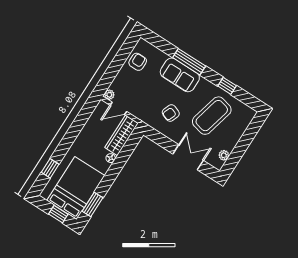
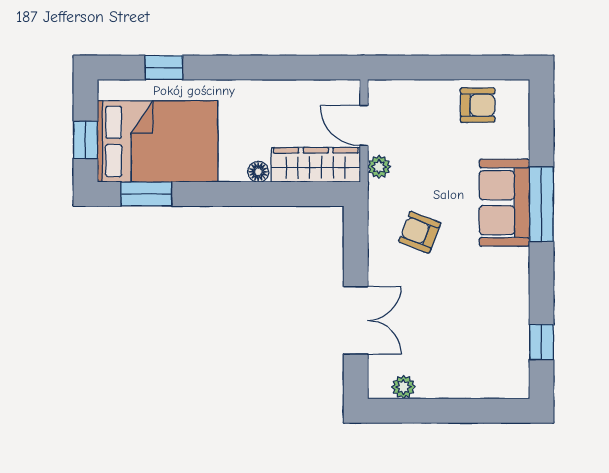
window: (227, 86) -> (541, 342), moved
plant: (109, 95) -> (379, 167), moved
coffee table: (212, 116) -> (465, 315), removed

